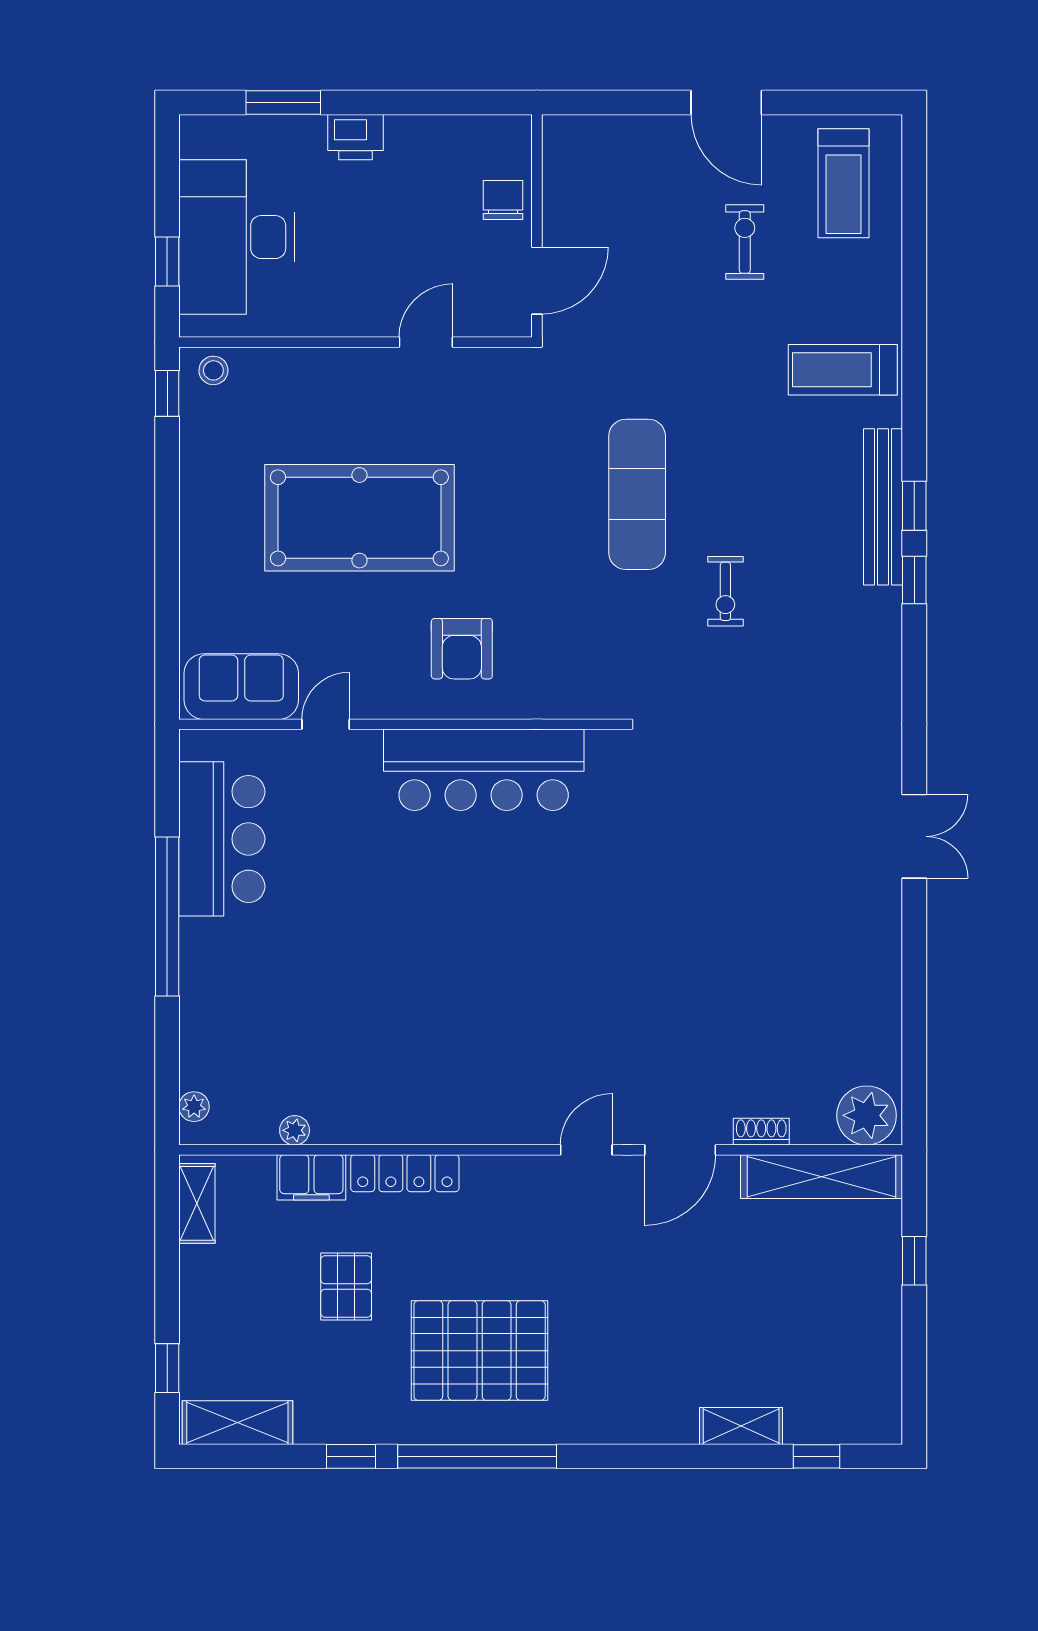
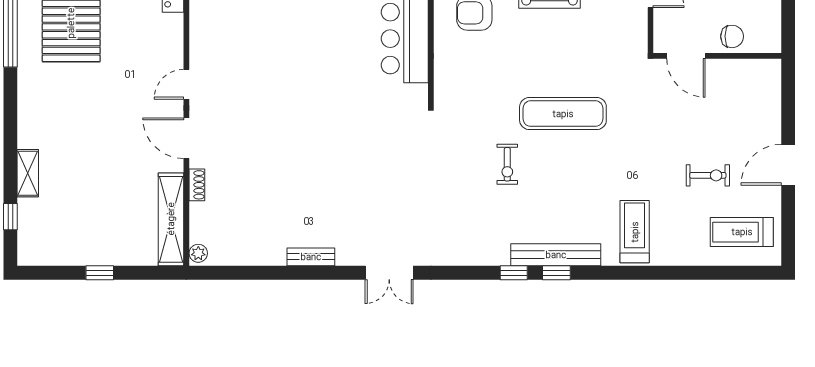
exercise bike: (725, 591) -> (507, 164), turned -90
double door: (914, 836) -> (389, 273), moved
bench: (887, 933) -> (311, 257), added
plant: (867, 1115) -> (198, 253), width x0.53, depth x0.53
door: (586, 1150) -> (186, 84), swing flipped
window: (914, 1261) -> (100, 273), moved

